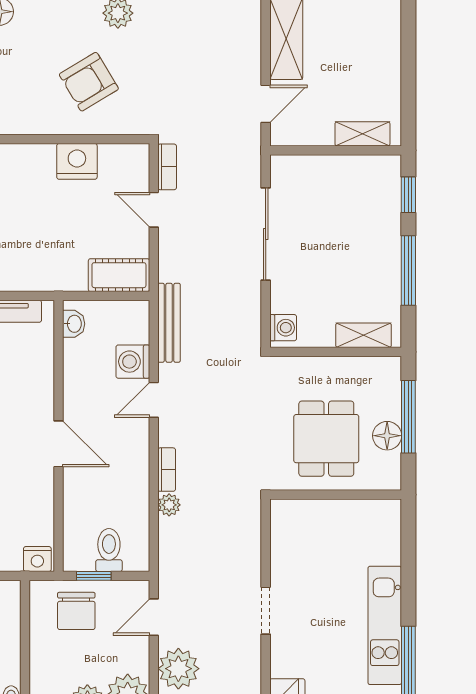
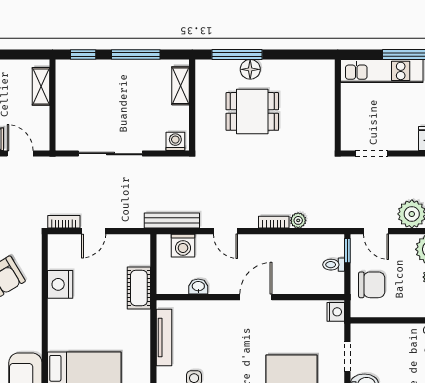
cot: (119, 275) -> (139, 288), moved
washbasin: (74, 324) -> (198, 287), moved
washing machine: (133, 362) -> (183, 246), moved
wall: (336, 495) -> (338, 105), moved
toilet: (109, 550) -> (334, 265), width x0.73, depth x0.72
window: (94, 576) -> (347, 251), moved

